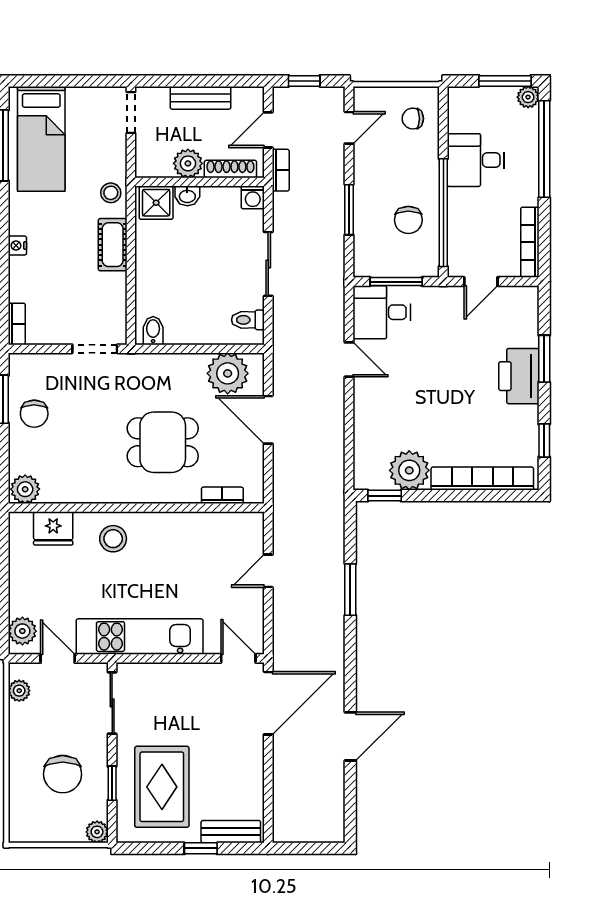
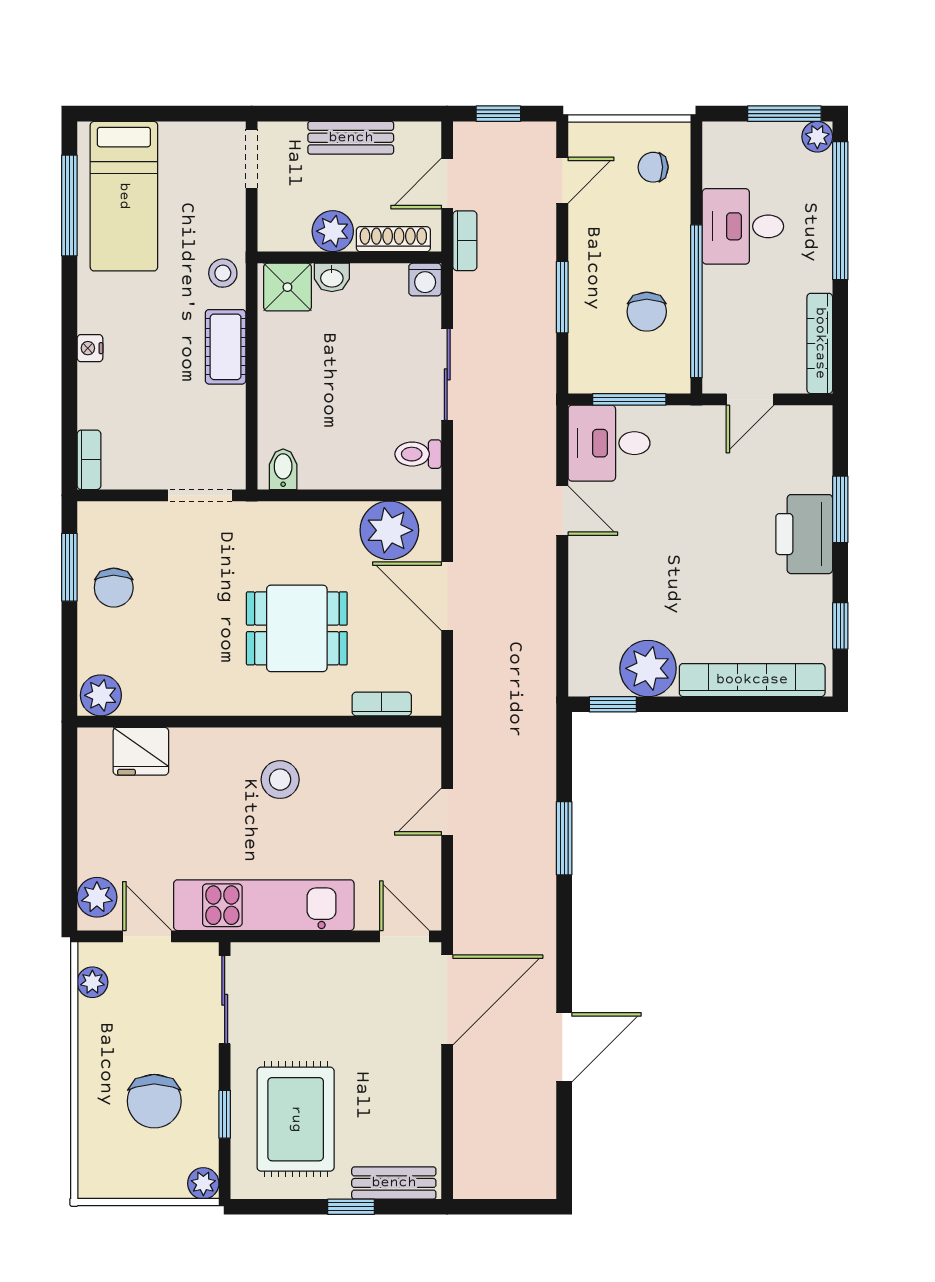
stool: (113, 539) -> (280, 780), moved

